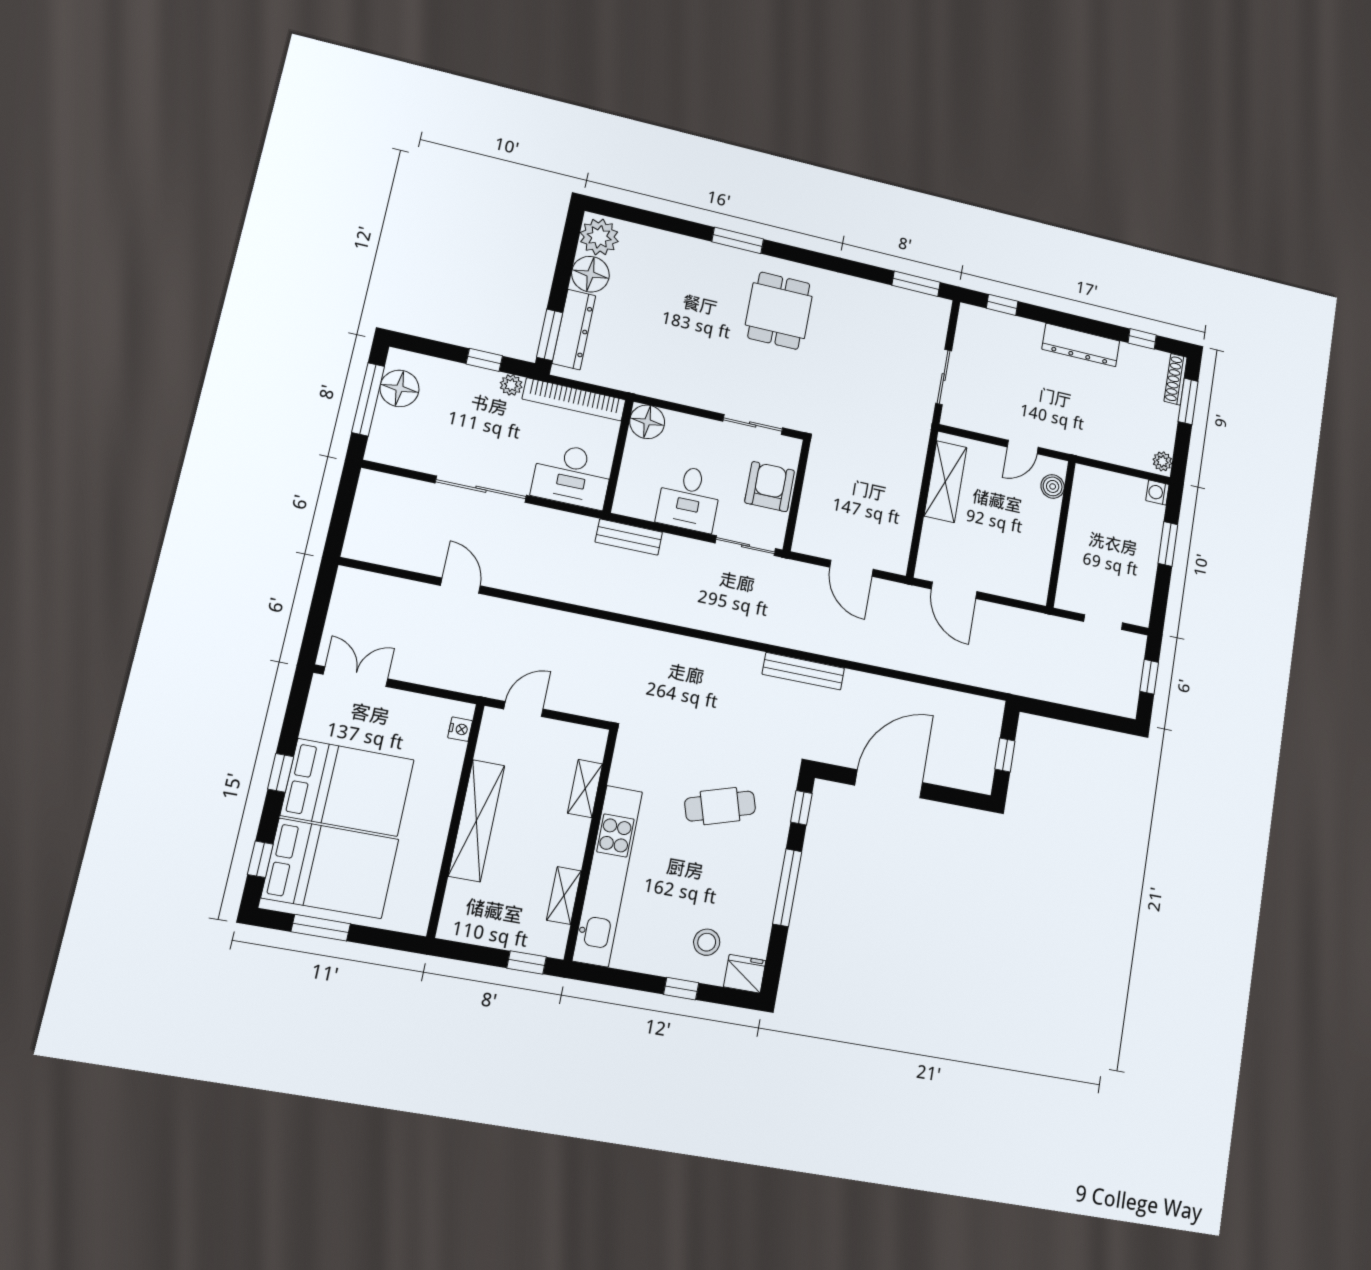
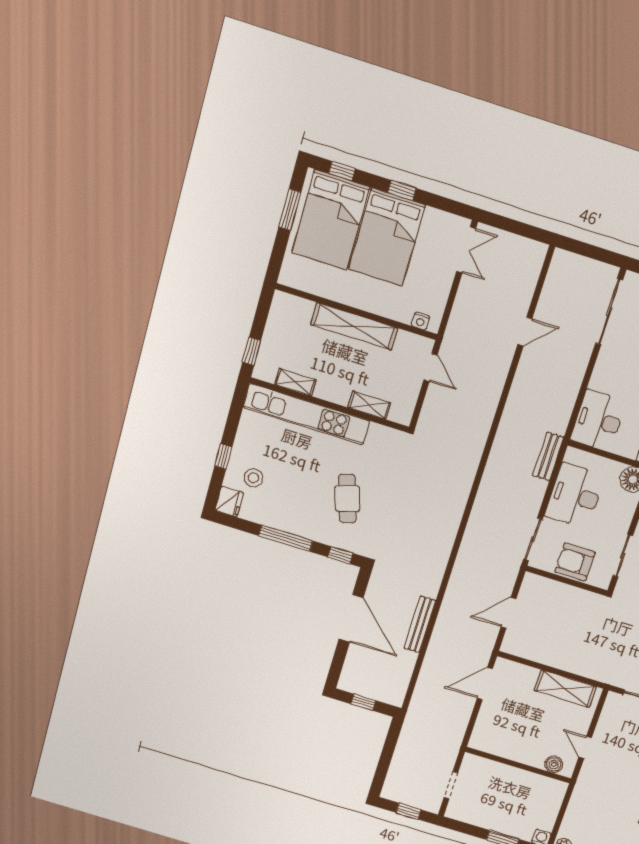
armchair: (770, 487) -> (575, 562), turned 180
sliding door: (481, 489) -> (609, 312), moved
desk: (689, 498) -> (575, 496), width x1.37
bench: (803, 671) -> (420, 624), moved

